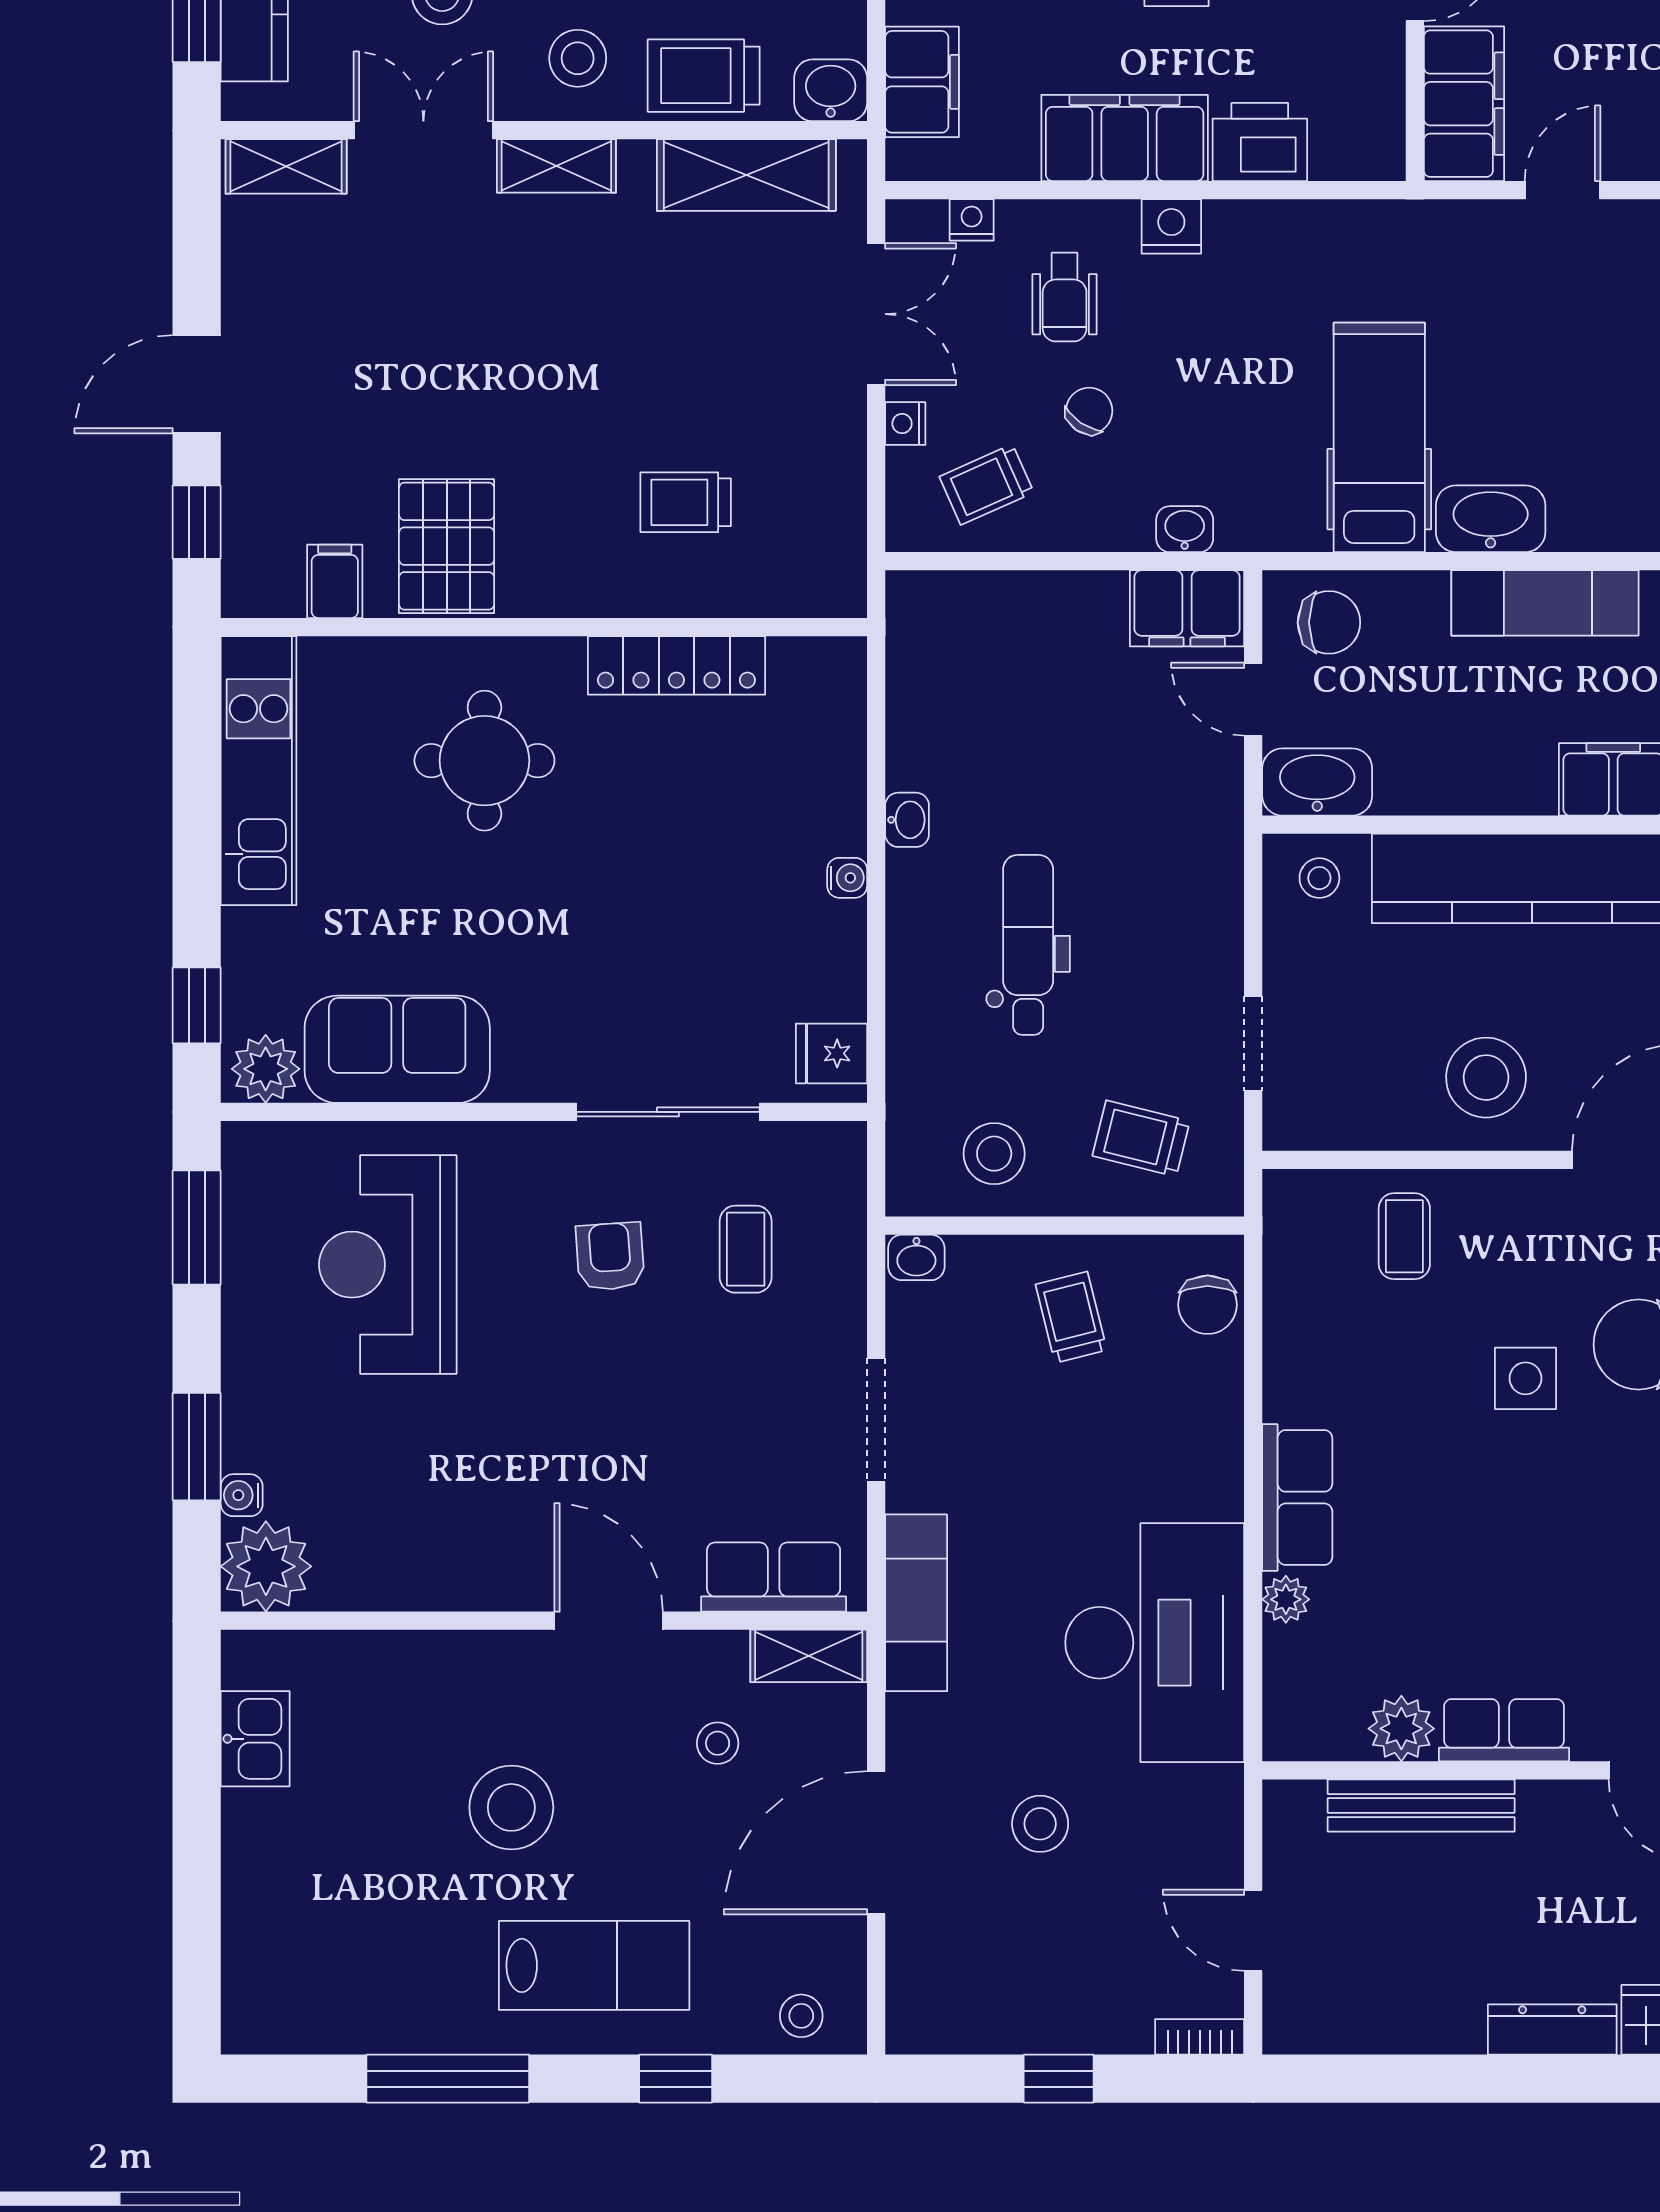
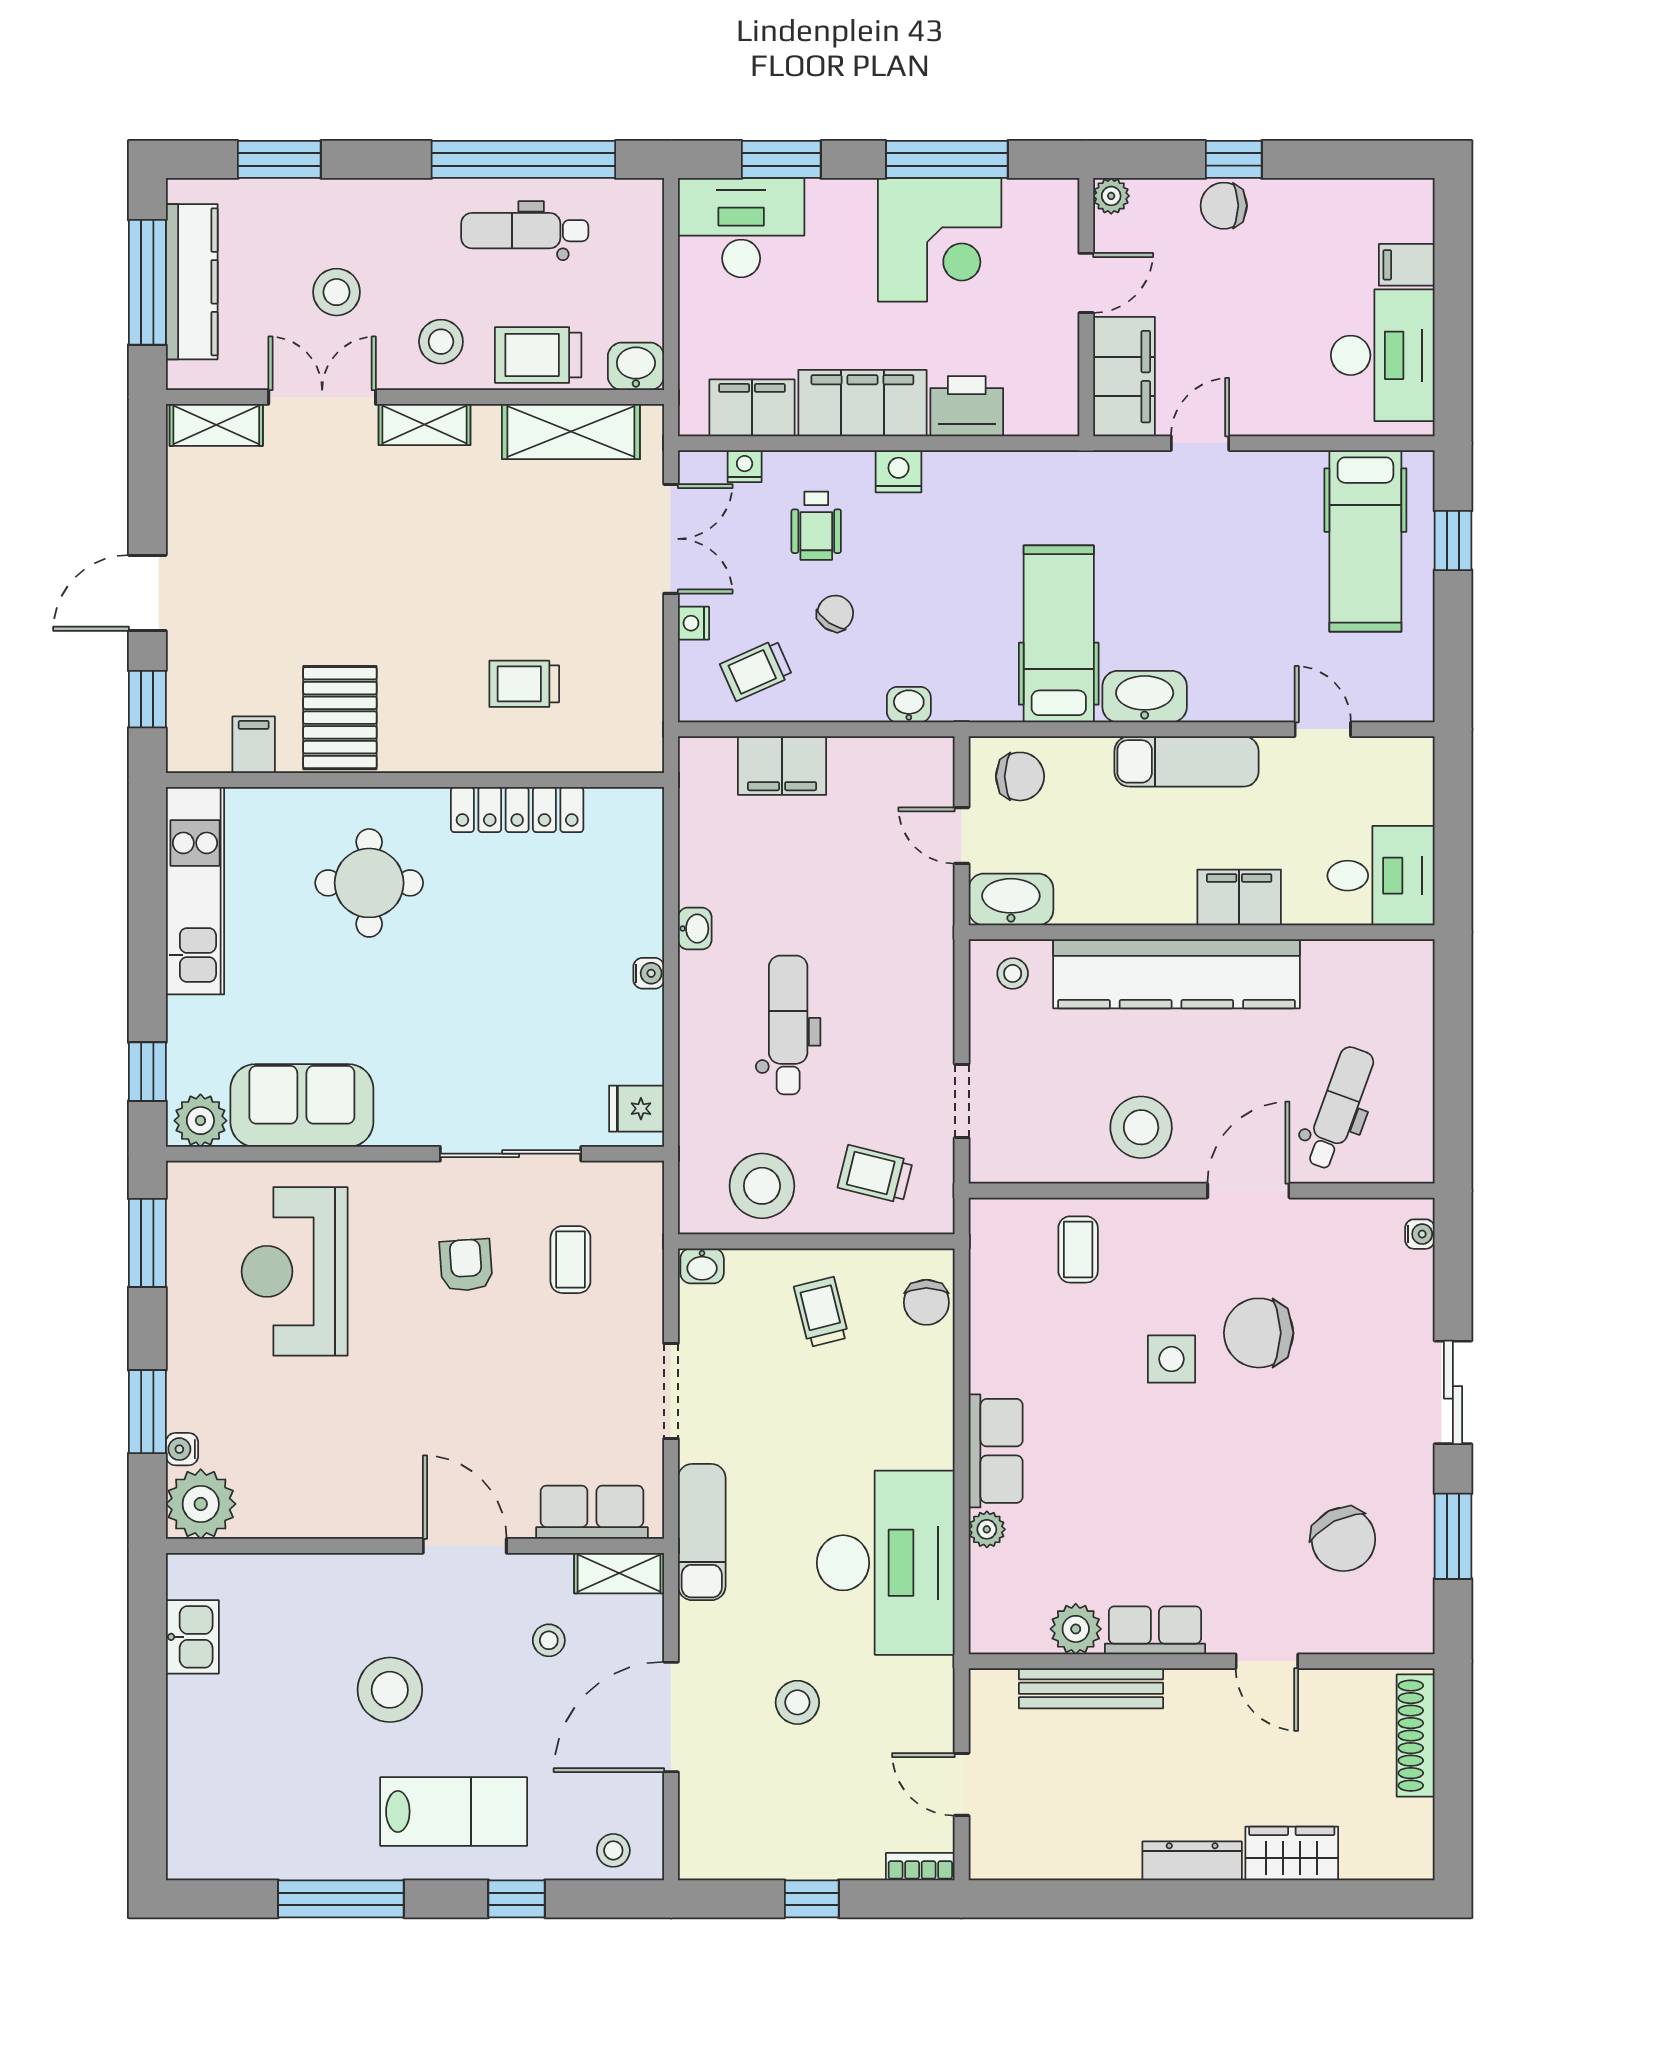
filing cabinet: (922, 82) -> (752, 408), moved, turned -90
filing cabinet: (1187, 608) -> (782, 766), moved
stool: (994, 1154) -> (762, 1186), width x1.38, depth x1.38

